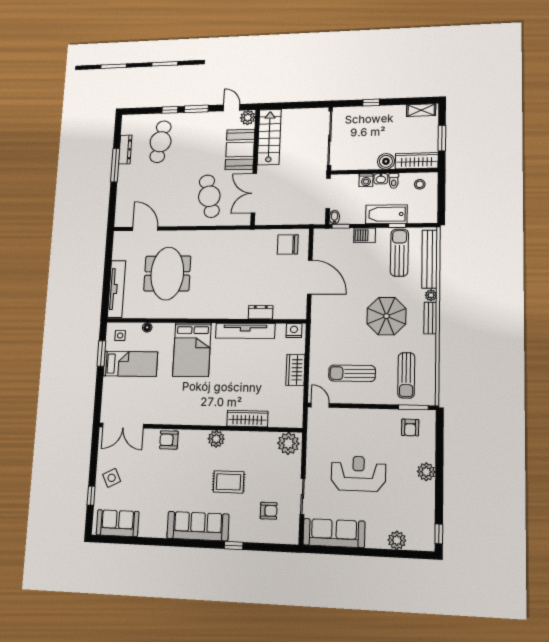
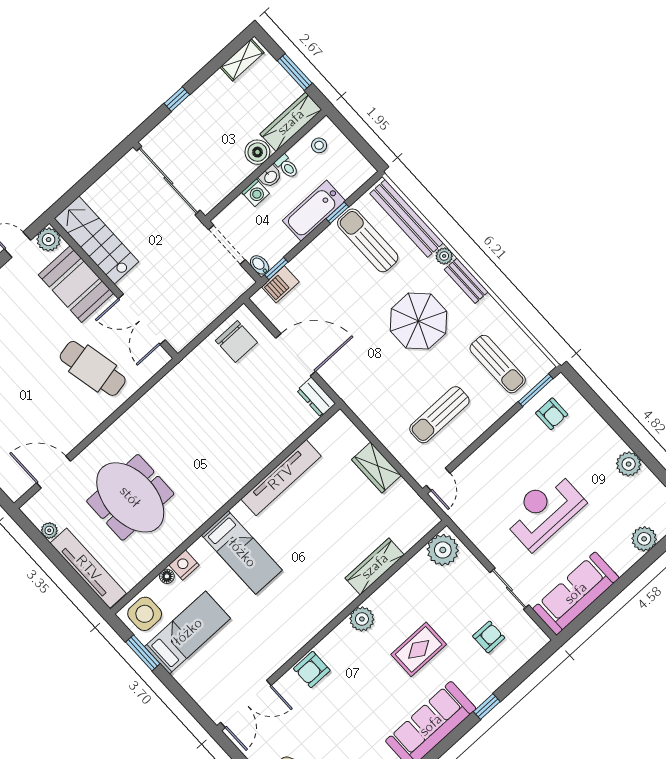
barbecue: (365, 235) -> (280, 284), moved
chair: (288, 244) -> (236, 341), turned -90
plant: (117, 254) -> (49, 530), added
dresser: (261, 312) -> (316, 397), moved, turned -90
nightstand: (294, 331) -> (184, 565), moved
side table: (120, 336) -> (145, 614), width x1.87, depth x1.87
bed: (192, 350) -> (242, 553), width x0.67
door: (320, 405) -> (438, 479), swing flipped
plant: (426, 472) -> (629, 464), moved

